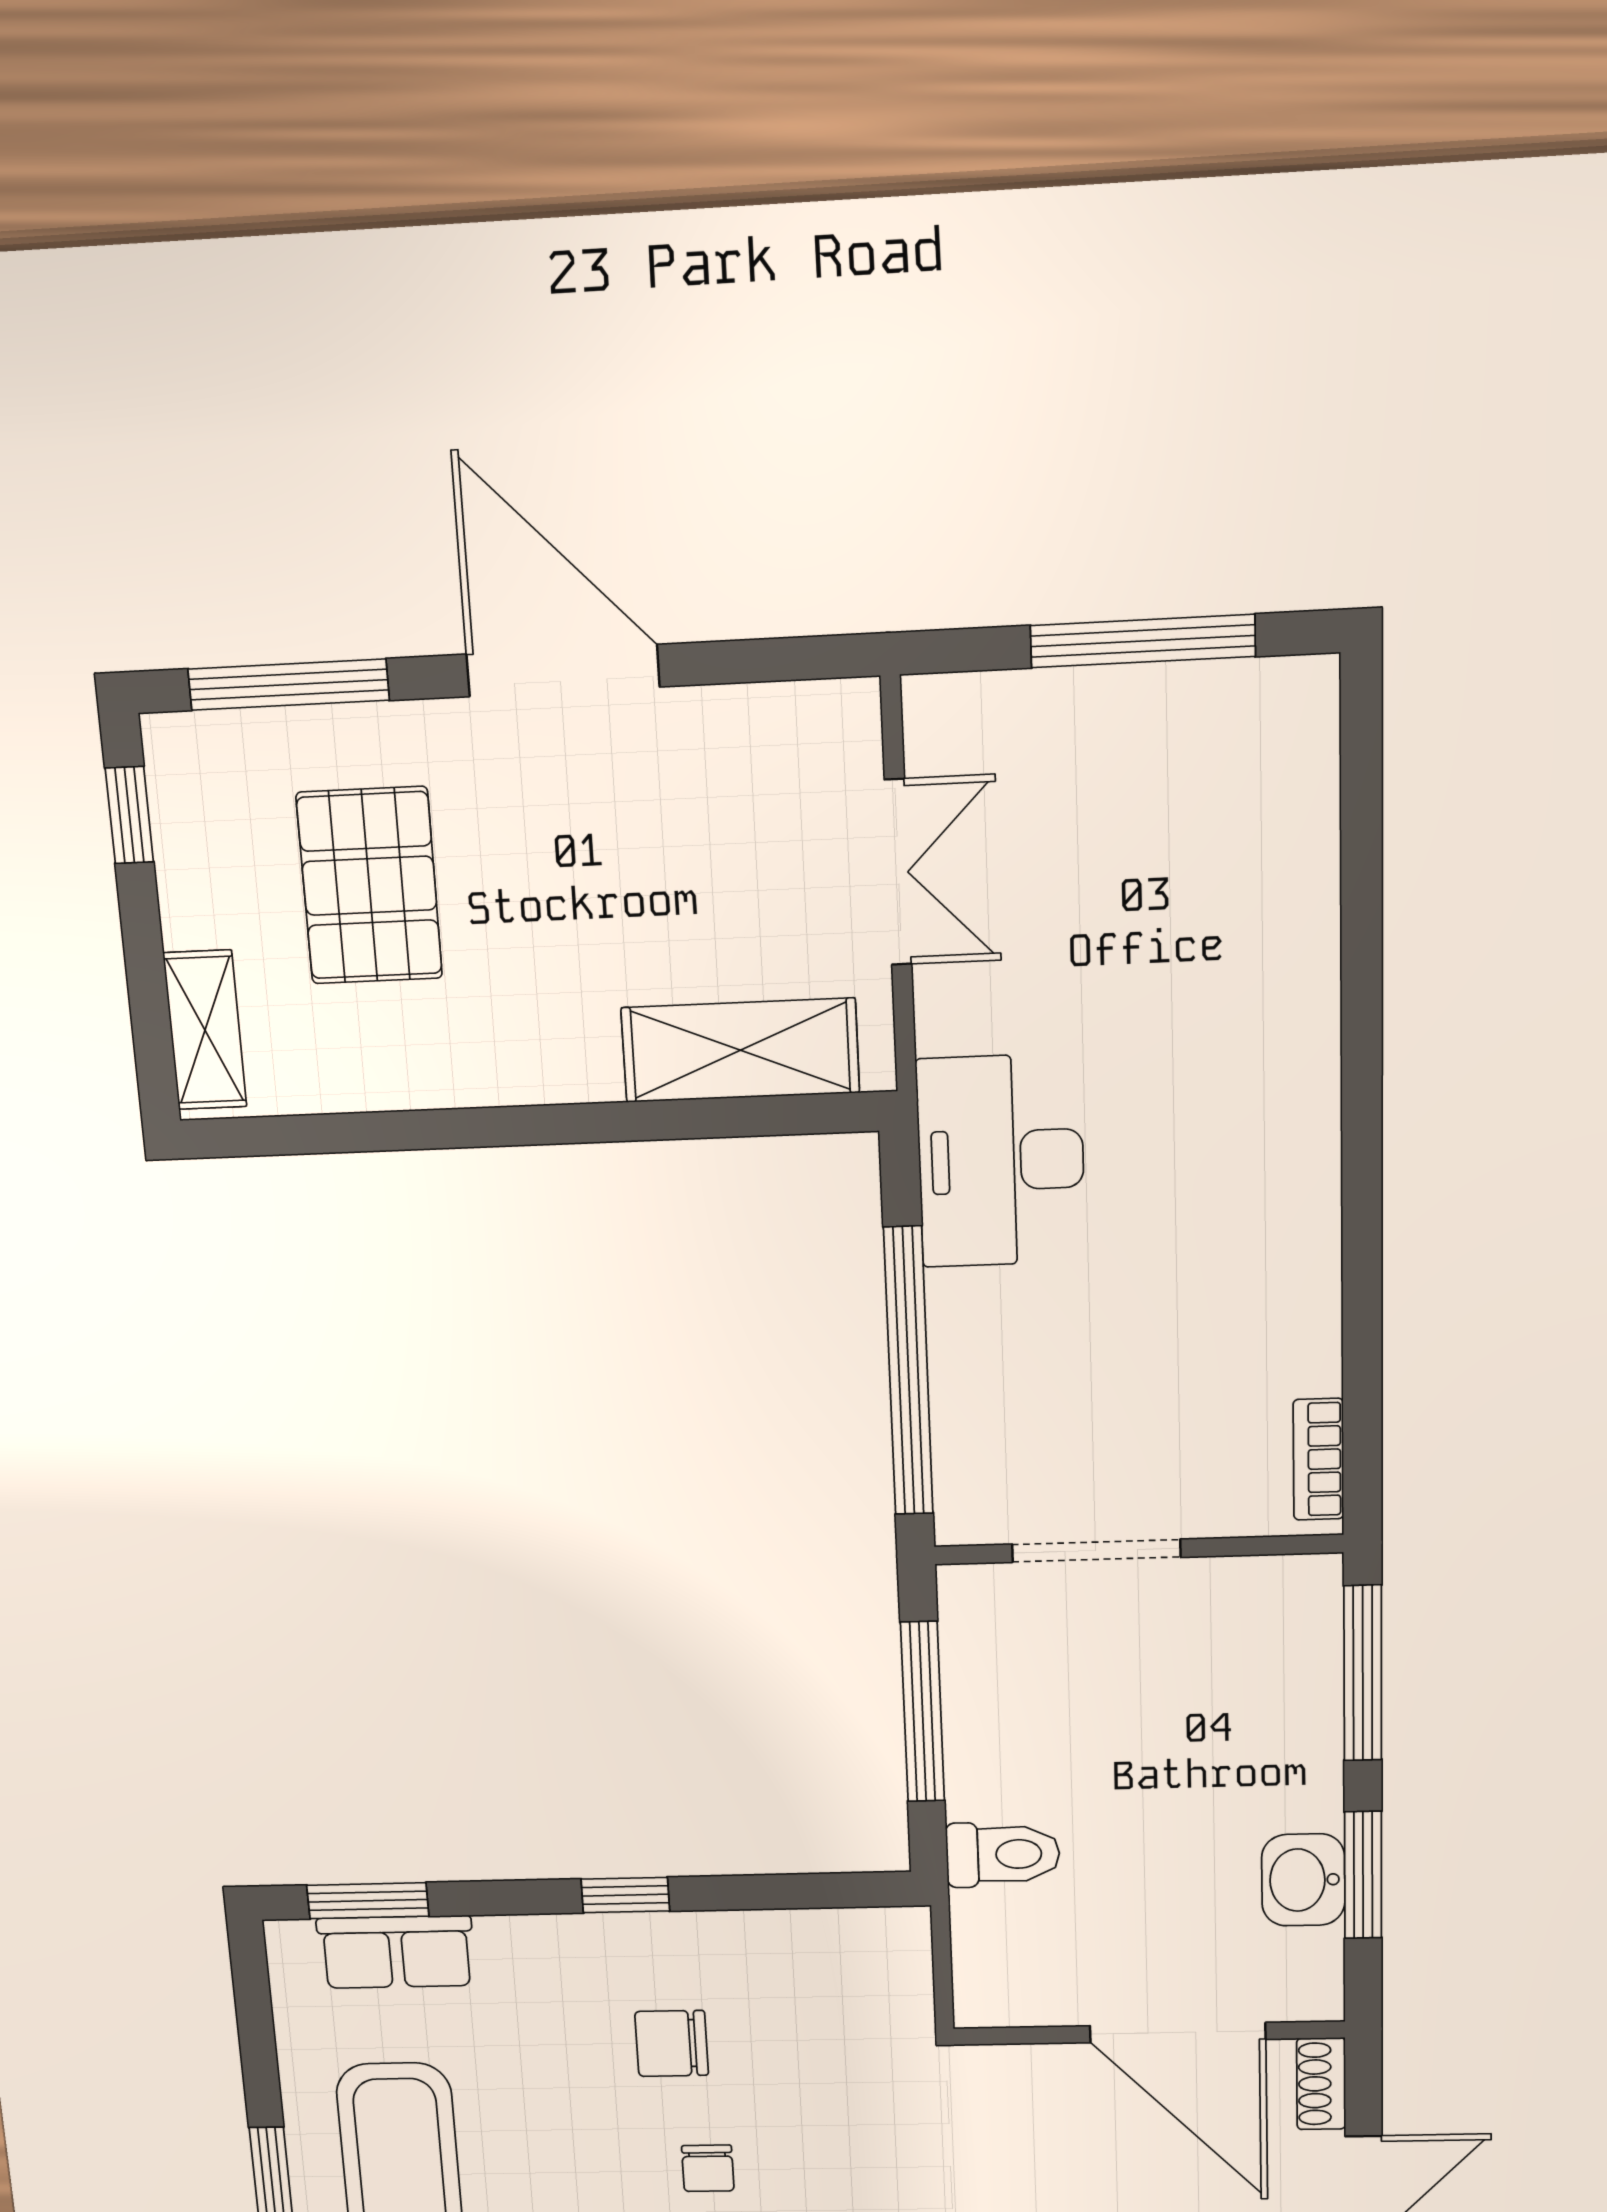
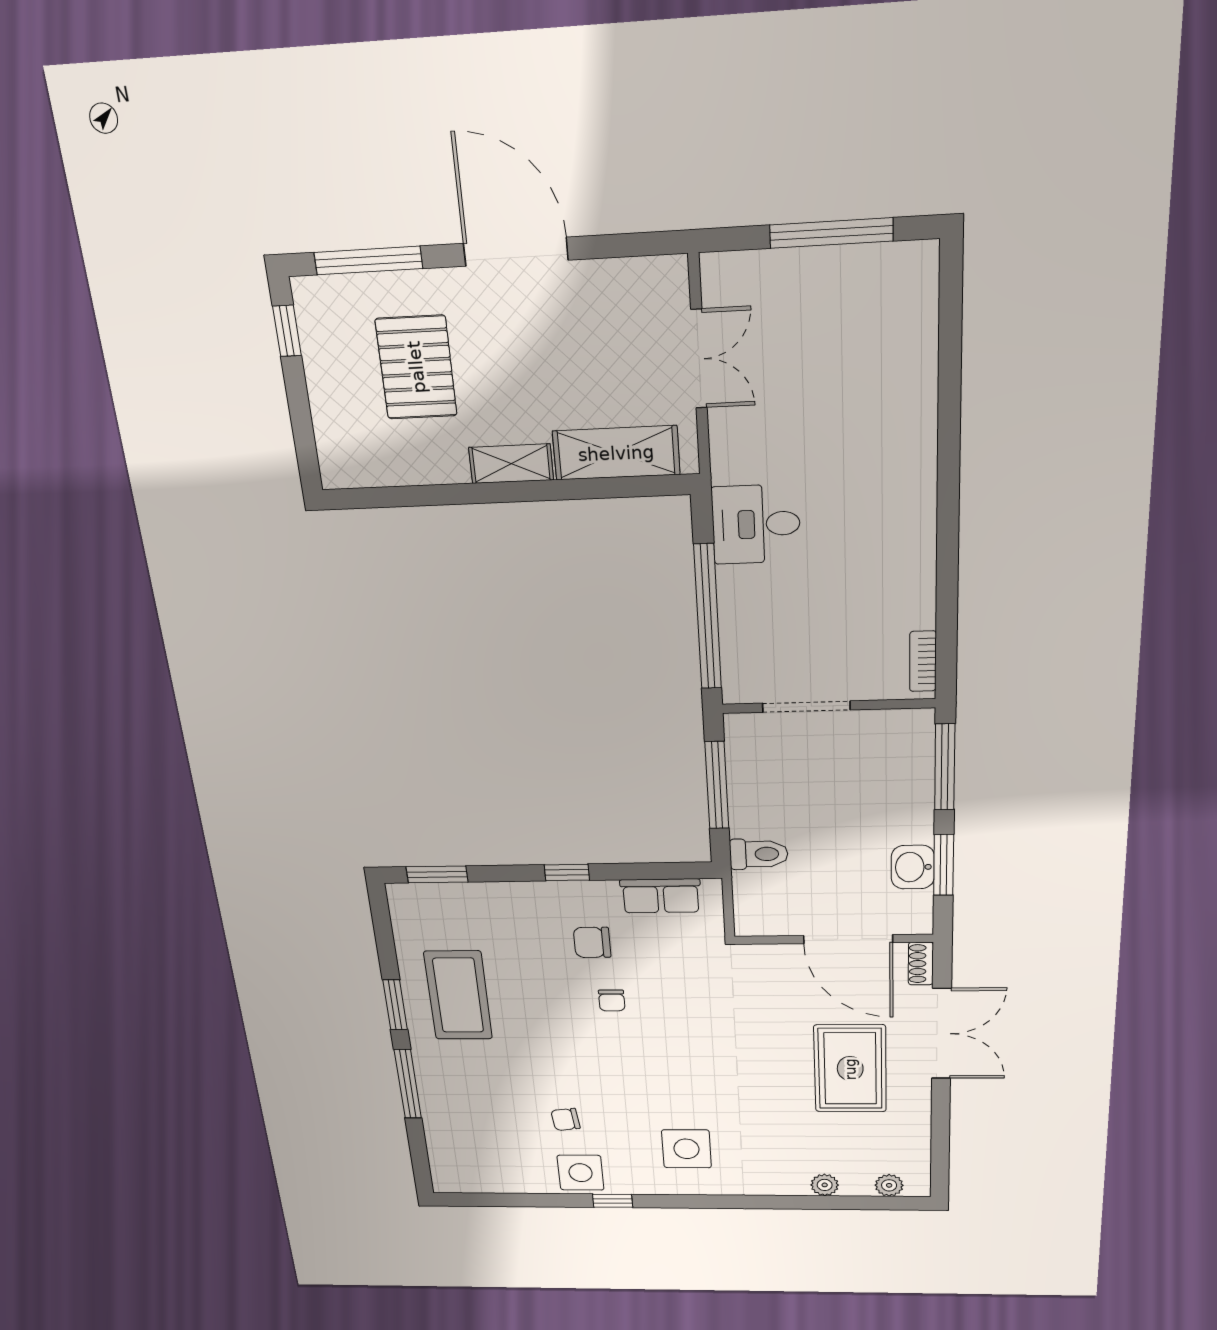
shelving: (205, 1030) -> (511, 464), moved, turned 90
desk: (1001, 1161) -> (756, 524), width x0.73
row of seats: (396, 1952) -> (661, 896), moved

